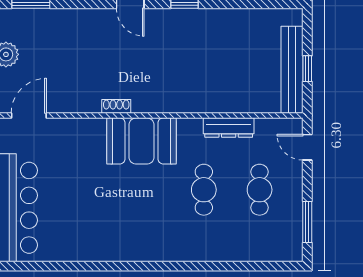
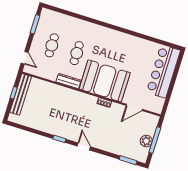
door: (29, 116) -> (134, 107), moved
dresser: (229, 128) -> (68, 81), moved
booth: (141, 141) -> (105, 81), width x1.36, depth x1.42

